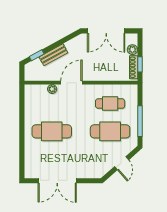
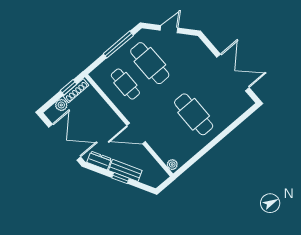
dresser: (75, 43) -> (99, 160), added
window: (37, 55) -> (120, 178), moved
plant: (52, 89) -> (172, 165), moved

